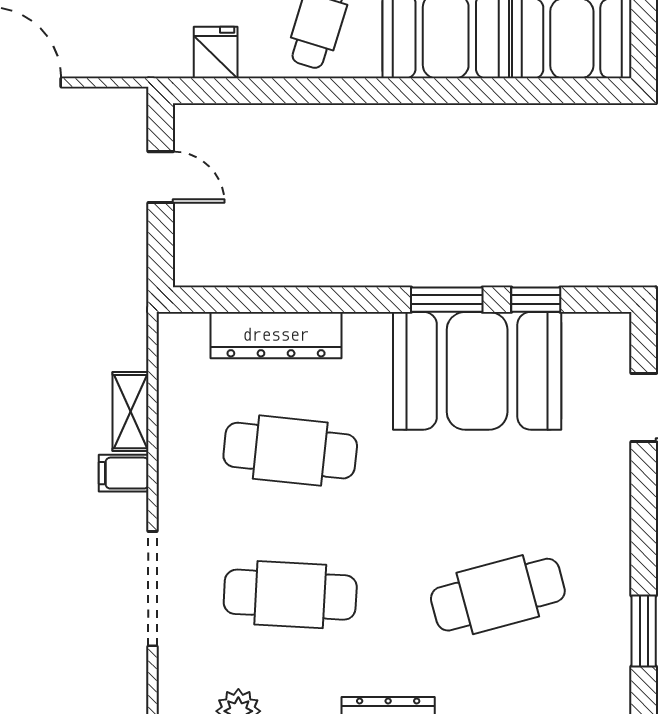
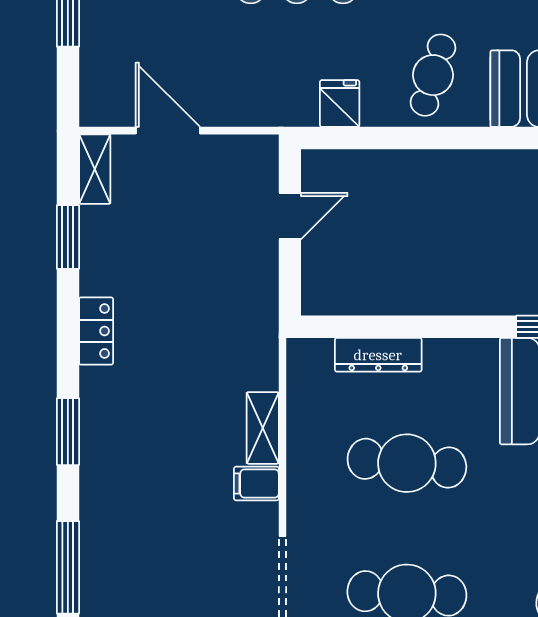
door: (161, 177) -> (290, 216), hinge flipped
dresser: (276, 335) -> (378, 355), width x0.73, depth x0.80

